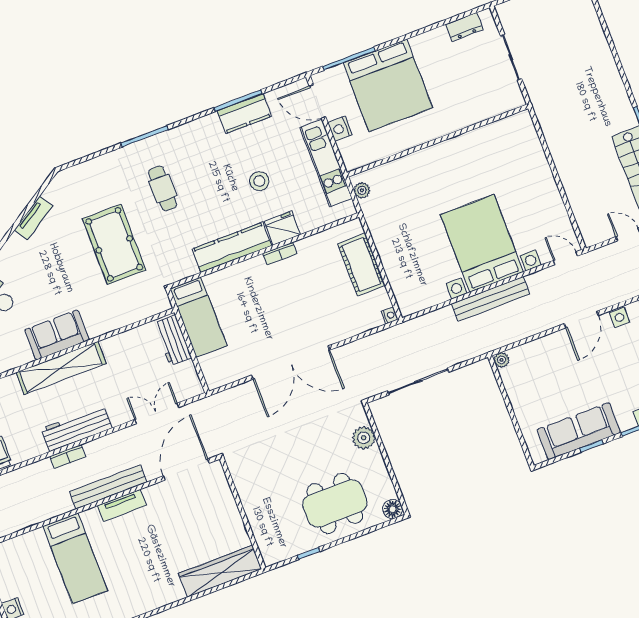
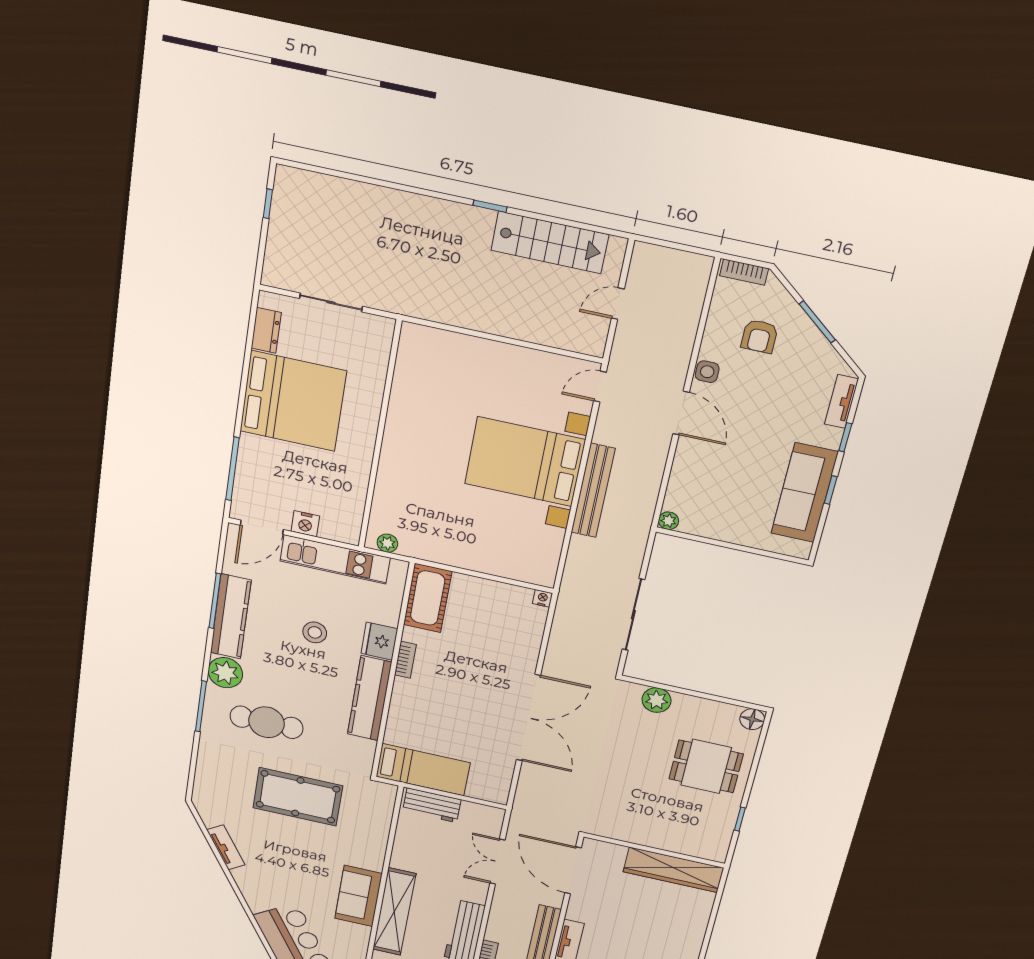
bed: (388, 85) -> (293, 401), moved
kitchen counter: (244, 114) -> (231, 617), width x1.50
plant: (184, 138) -> (225, 673), added
cafe table: (163, 188) -> (267, 722), width x1.37, depth x1.35
cot: (361, 265) -> (428, 598), moved, turned 90
dining table: (335, 503) -> (706, 766), width x0.73
wardrobe: (220, 571) -> (673, 870), moved, turned -90

